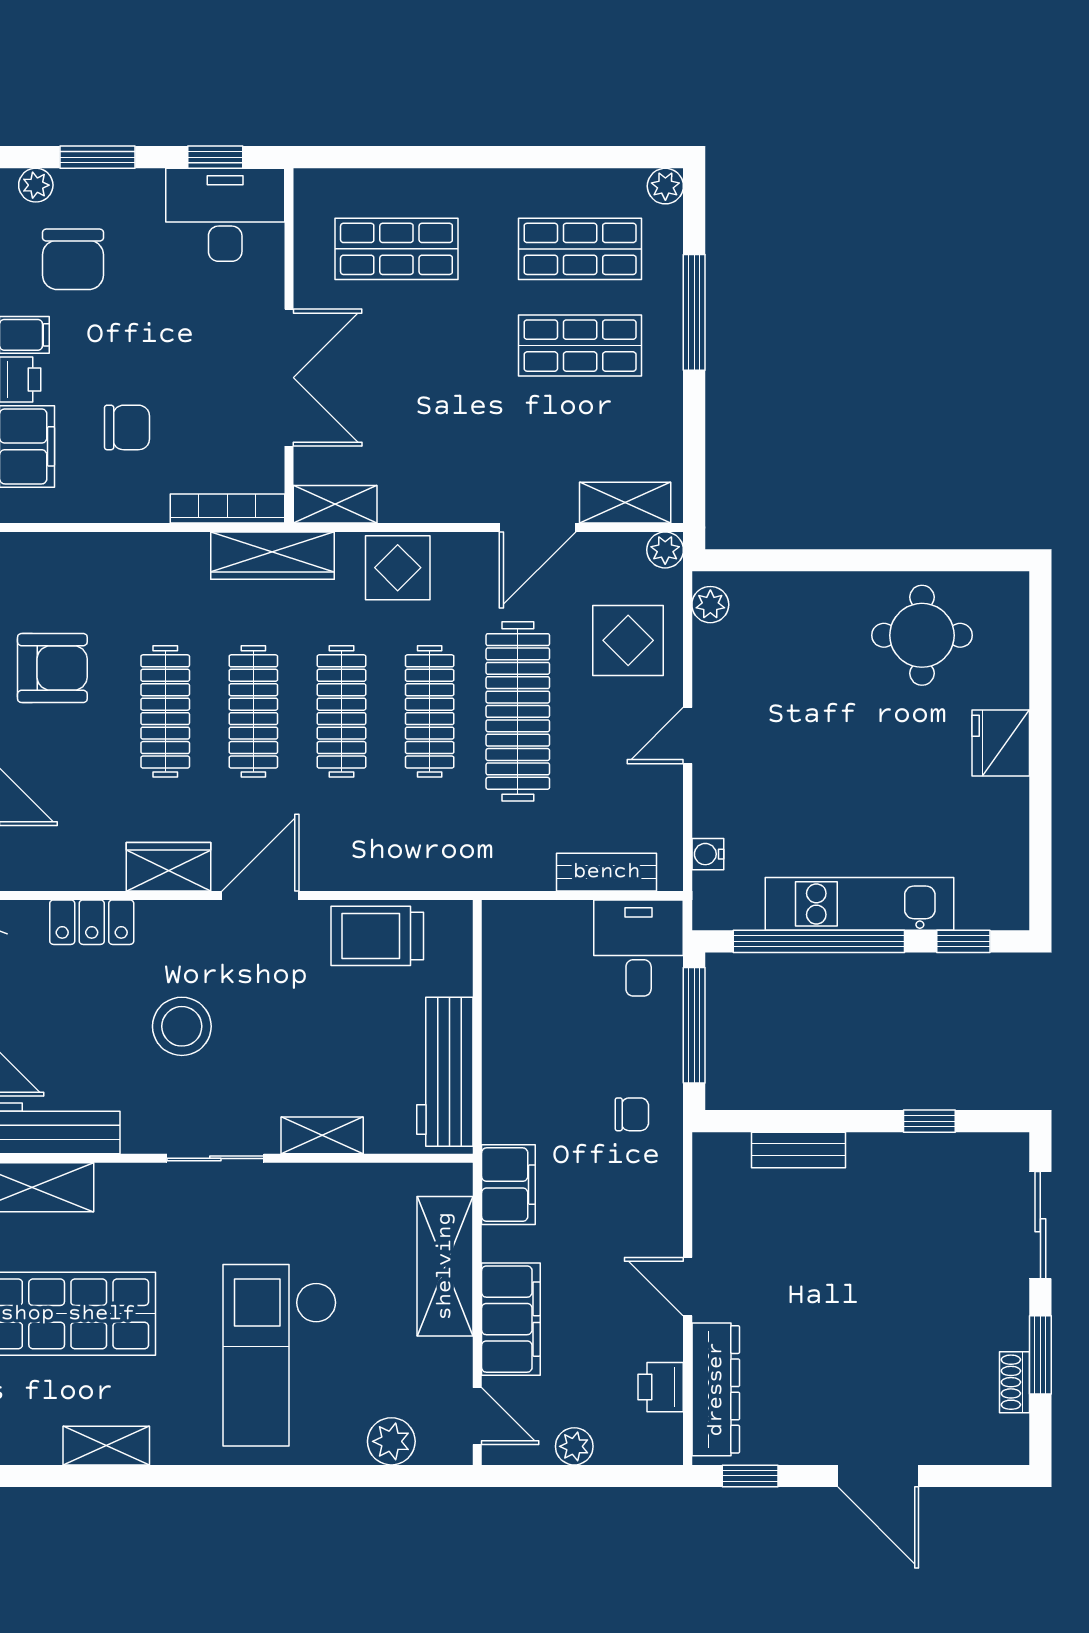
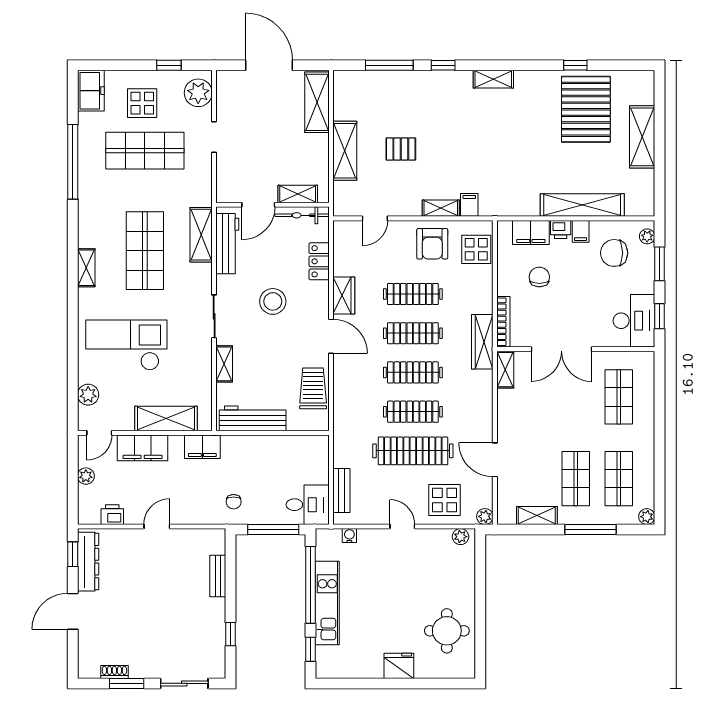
chair: (127, 427) -> (539, 277), turned 180
shelving: (625, 503) -> (537, 515), moved, turned 90
display table: (398, 568) -> (476, 249), moved
dresser: (716, 1389) -> (88, 562), moved, turned -90

